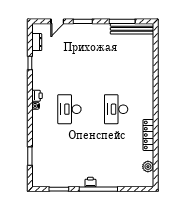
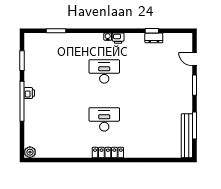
dresser: (37, 42) -> (154, 38), moved
locker: (148, 135) -> (108, 153), moved
plant: (148, 167) -> (30, 152), moved

